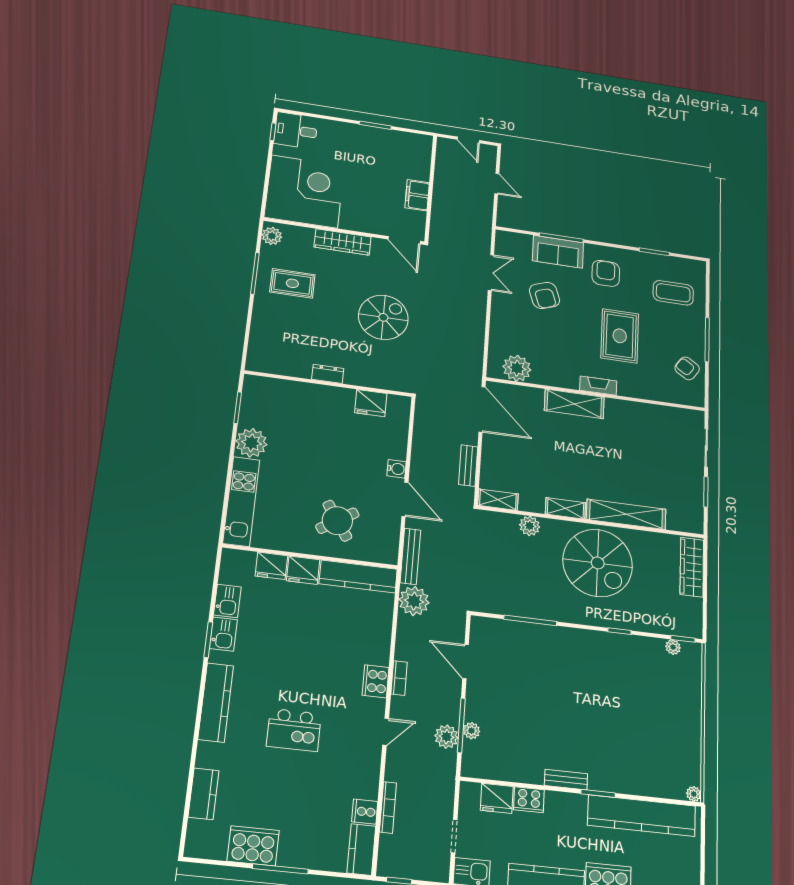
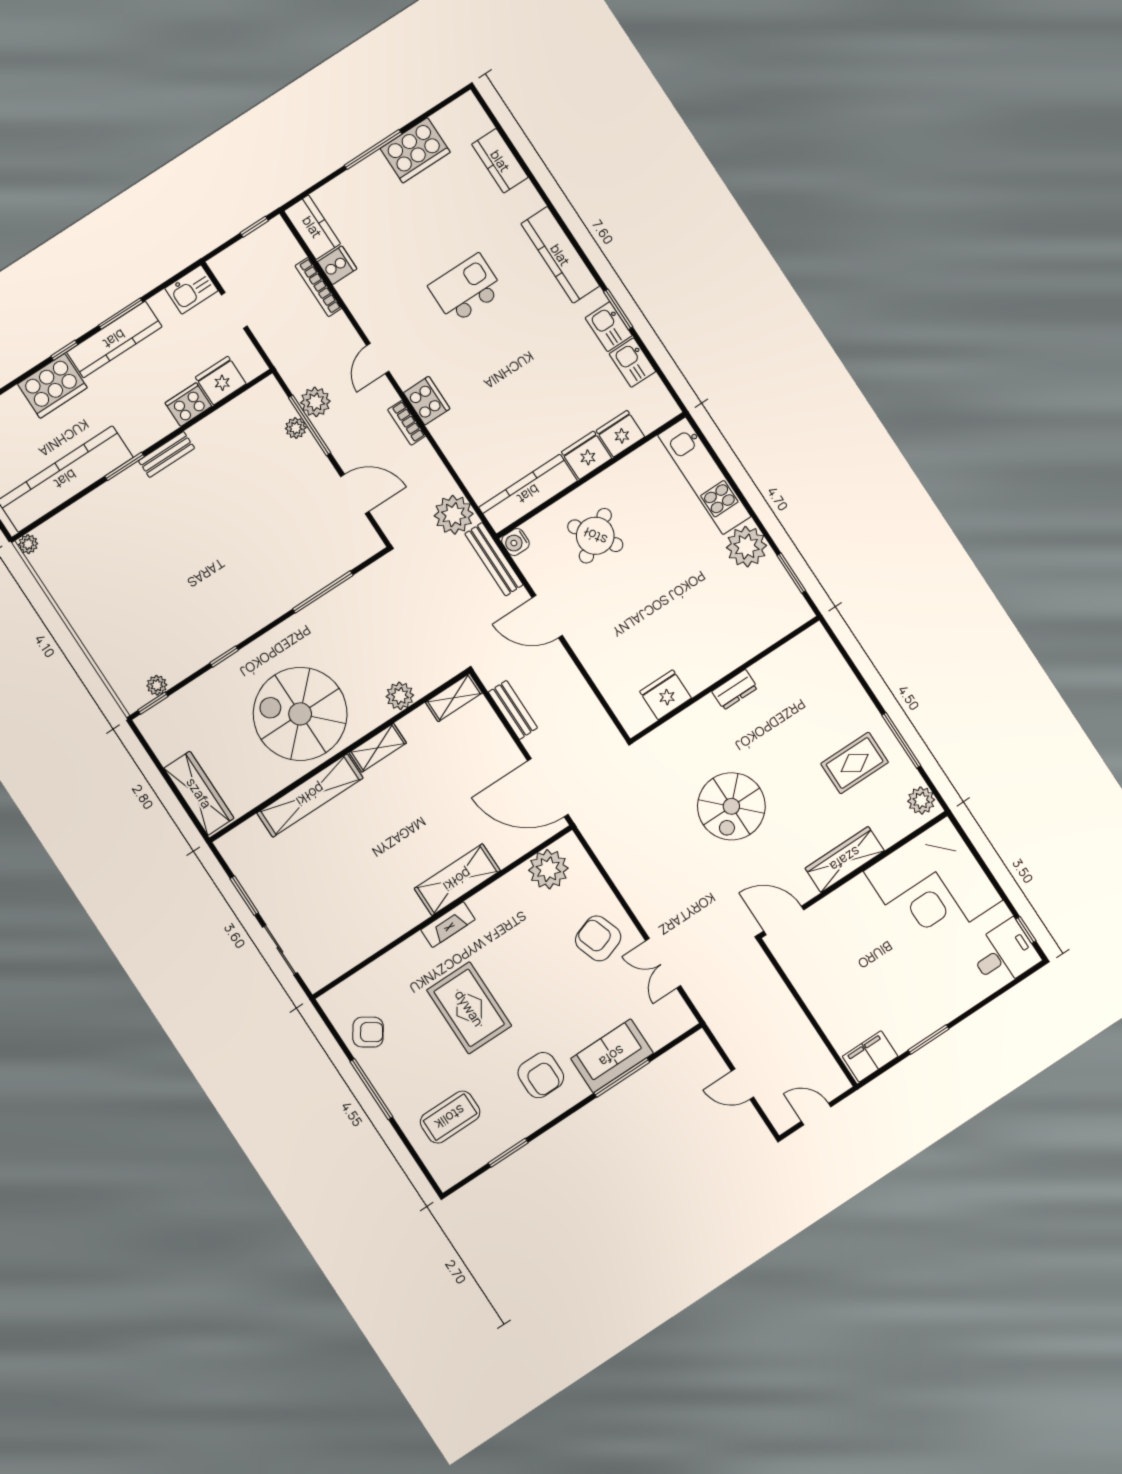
filing cabinet: (417, 195) -> (870, 1056), moved, turned -90
armchair: (545, 295) -> (598, 938), moved
water cooler: (396, 469) -> (515, 542), moved

